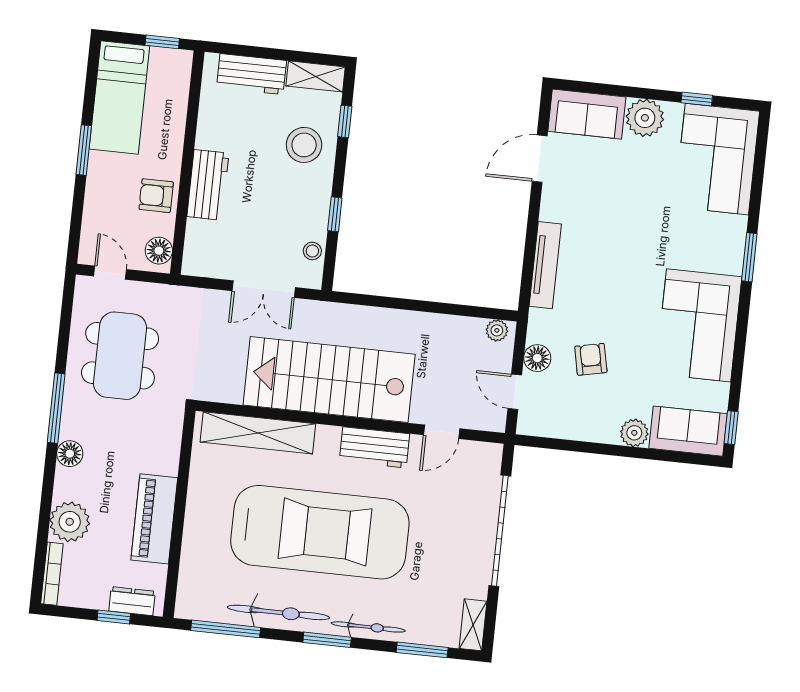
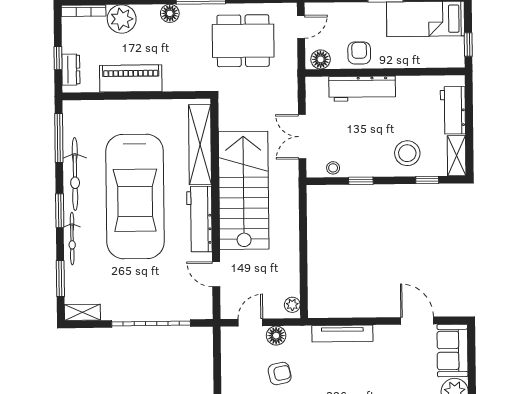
workbench: (208, 185) -> (362, 89), width x1.38
workbench: (374, 447) -> (199, 219), width x1.38

